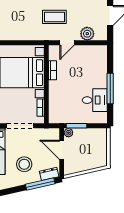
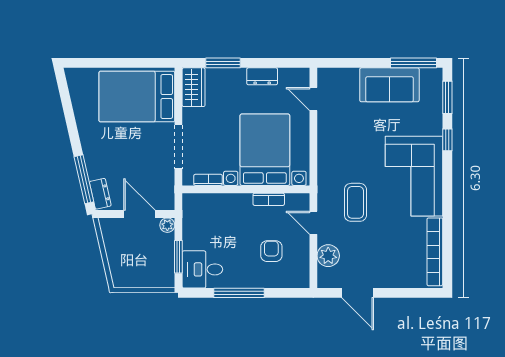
armchair: (84, 69) -> (271, 251), added
desk: (95, 100) -> (202, 269), moved, turned 90
window: (76, 126) -> (178, 257), moved
door: (62, 150) -> (139, 214), hinge flipped
stool: (24, 164) -> (116, 153), removed

